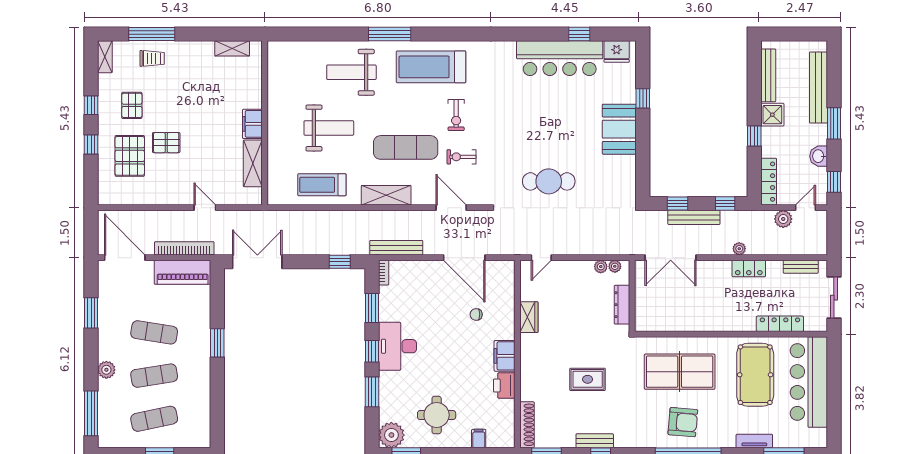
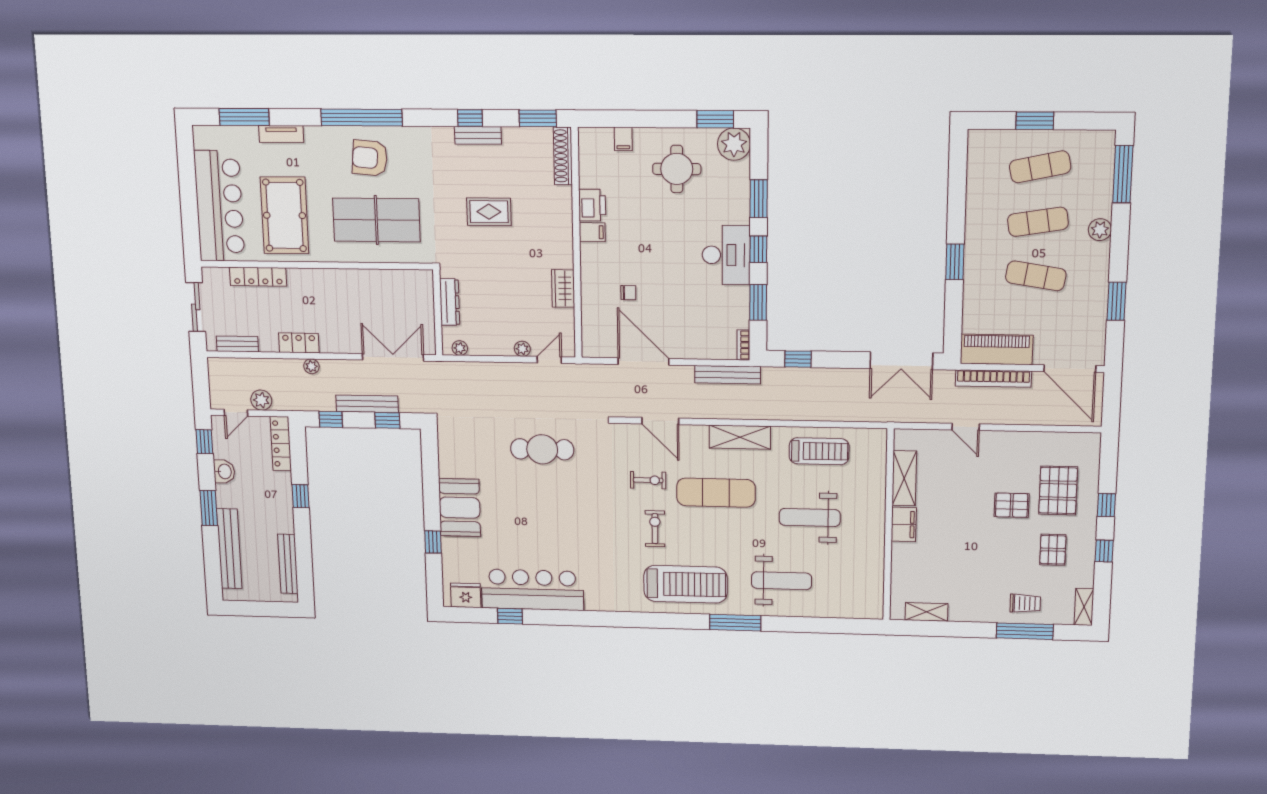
trolley: (152, 58) -> (1025, 603), turned 180
shower: (772, 115) -> (281, 520), removed
plant: (601, 267) -> (522, 349), moved
filing cabinet: (505, 356) -> (592, 232), width x0.50

